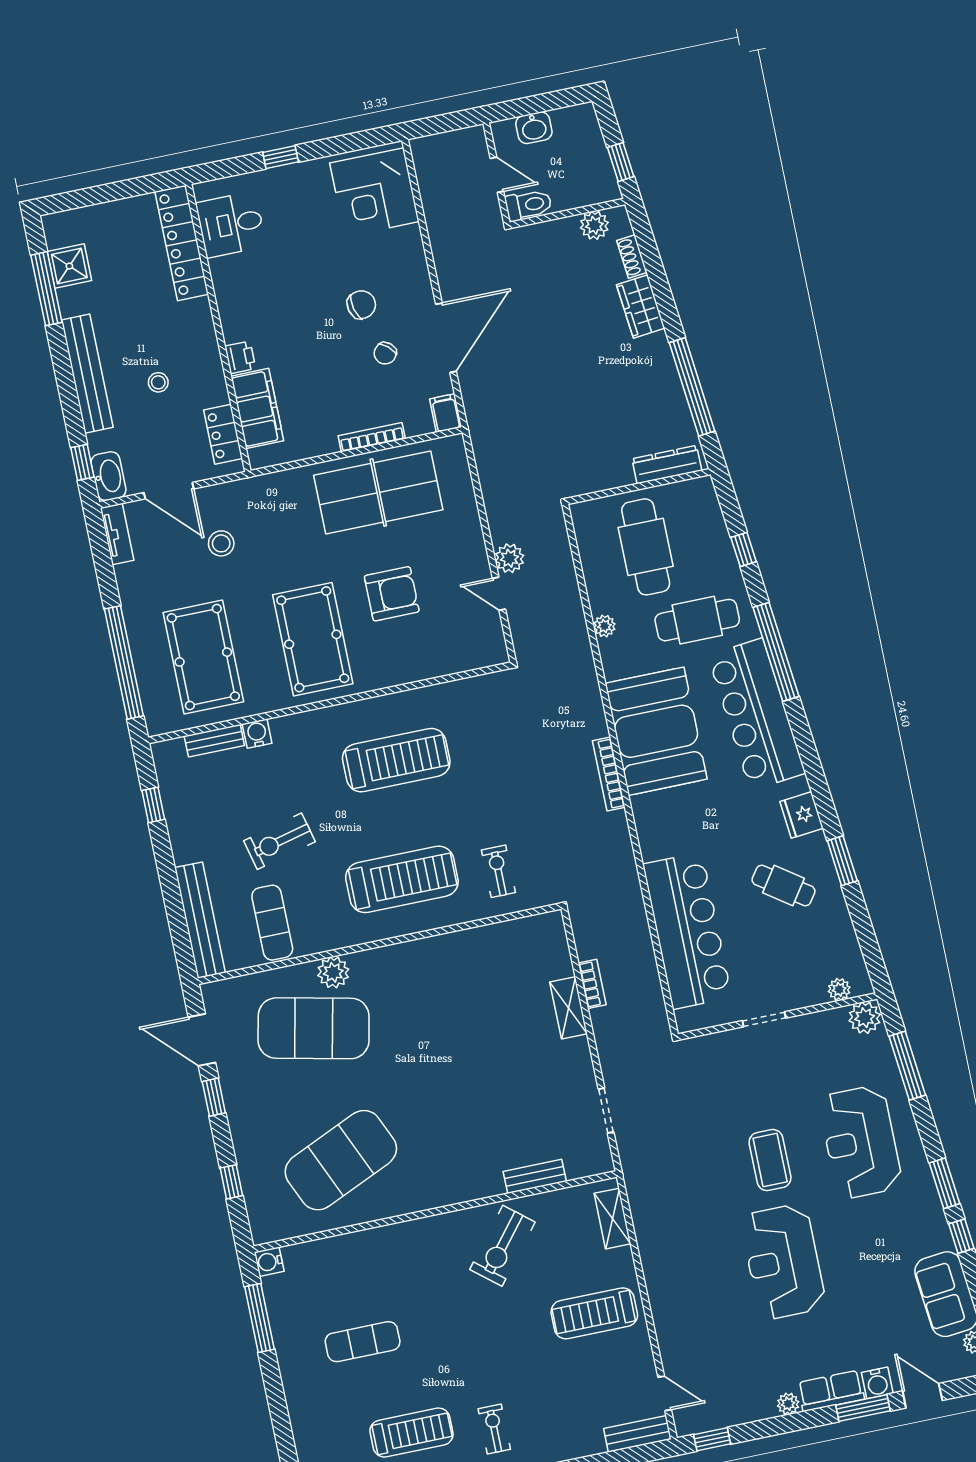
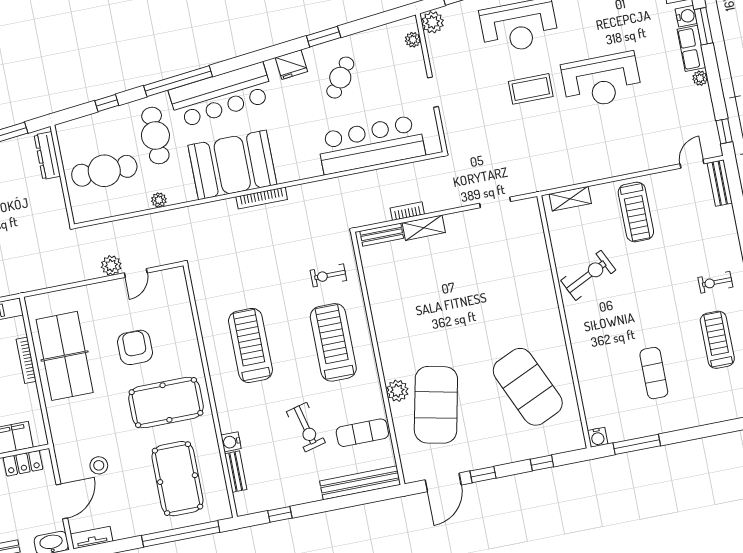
pool table: (203, 657) -> (178, 479), turned 90
bench: (535, 1176) -> (382, 235), moved, turned 90
exercise bike: (502, 1246) -> (588, 275), turned -65

